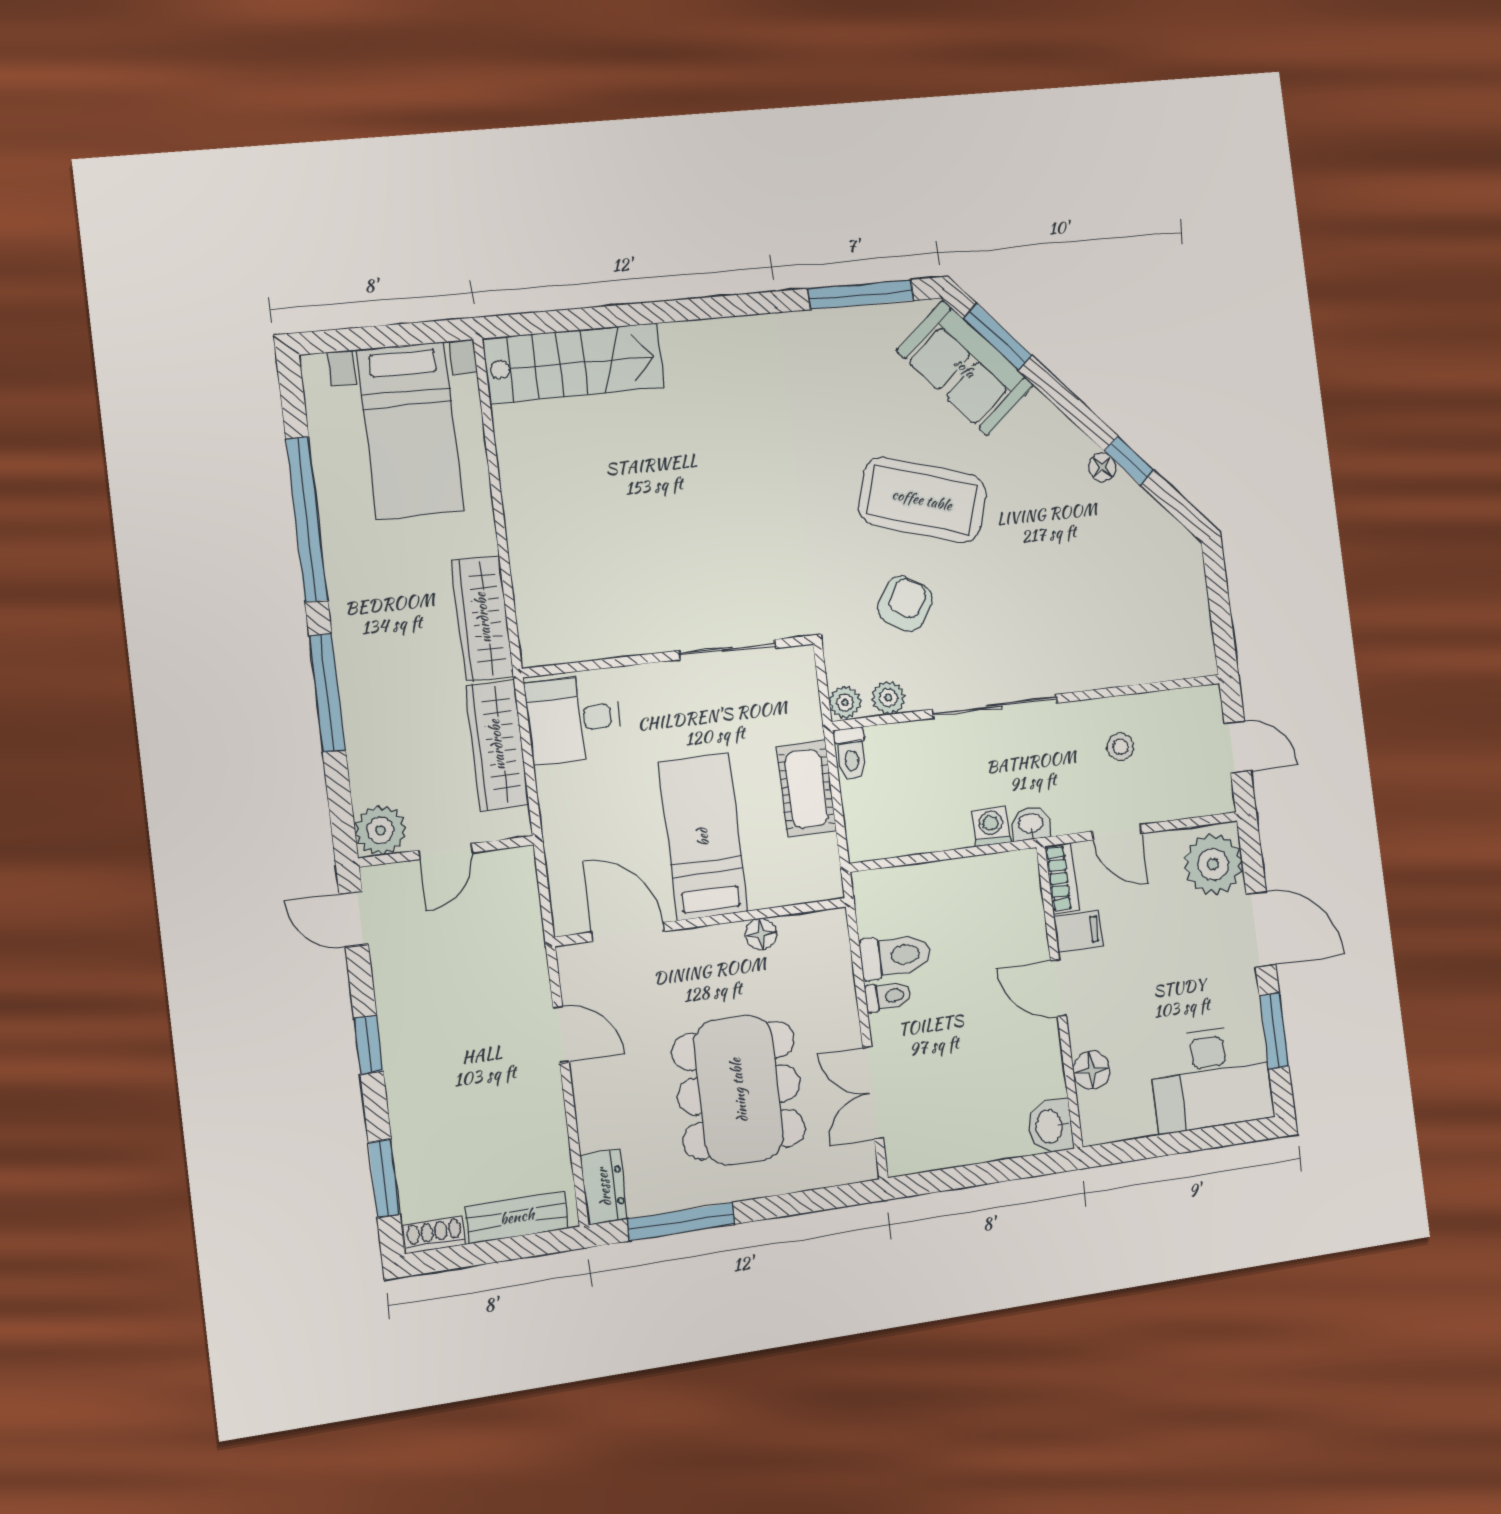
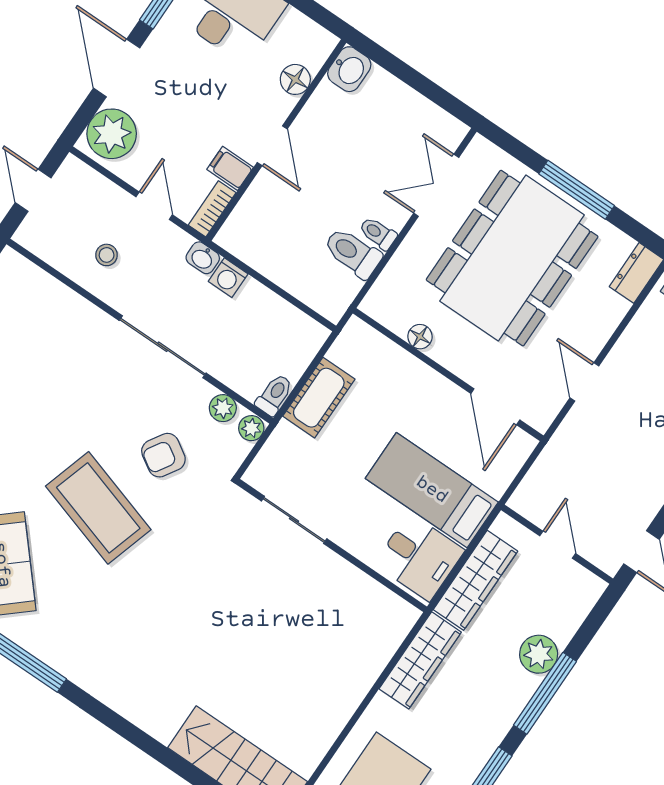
plant: (381, 830) -> (539, 654), moved
bed: (703, 837) -> (432, 490), moved, turned 90
door: (446, 852) -> (558, 545), hinge flipped
dining table: (739, 1090) -> (512, 258), width x1.36, depth x1.24
double door: (873, 1093) -> (436, 185), swing flipped
window: (681, 1221) -> (577, 190), moved

